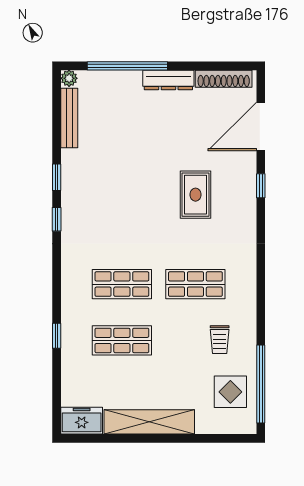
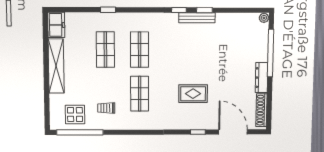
bench: (69, 118) -> (197, 18), moved

